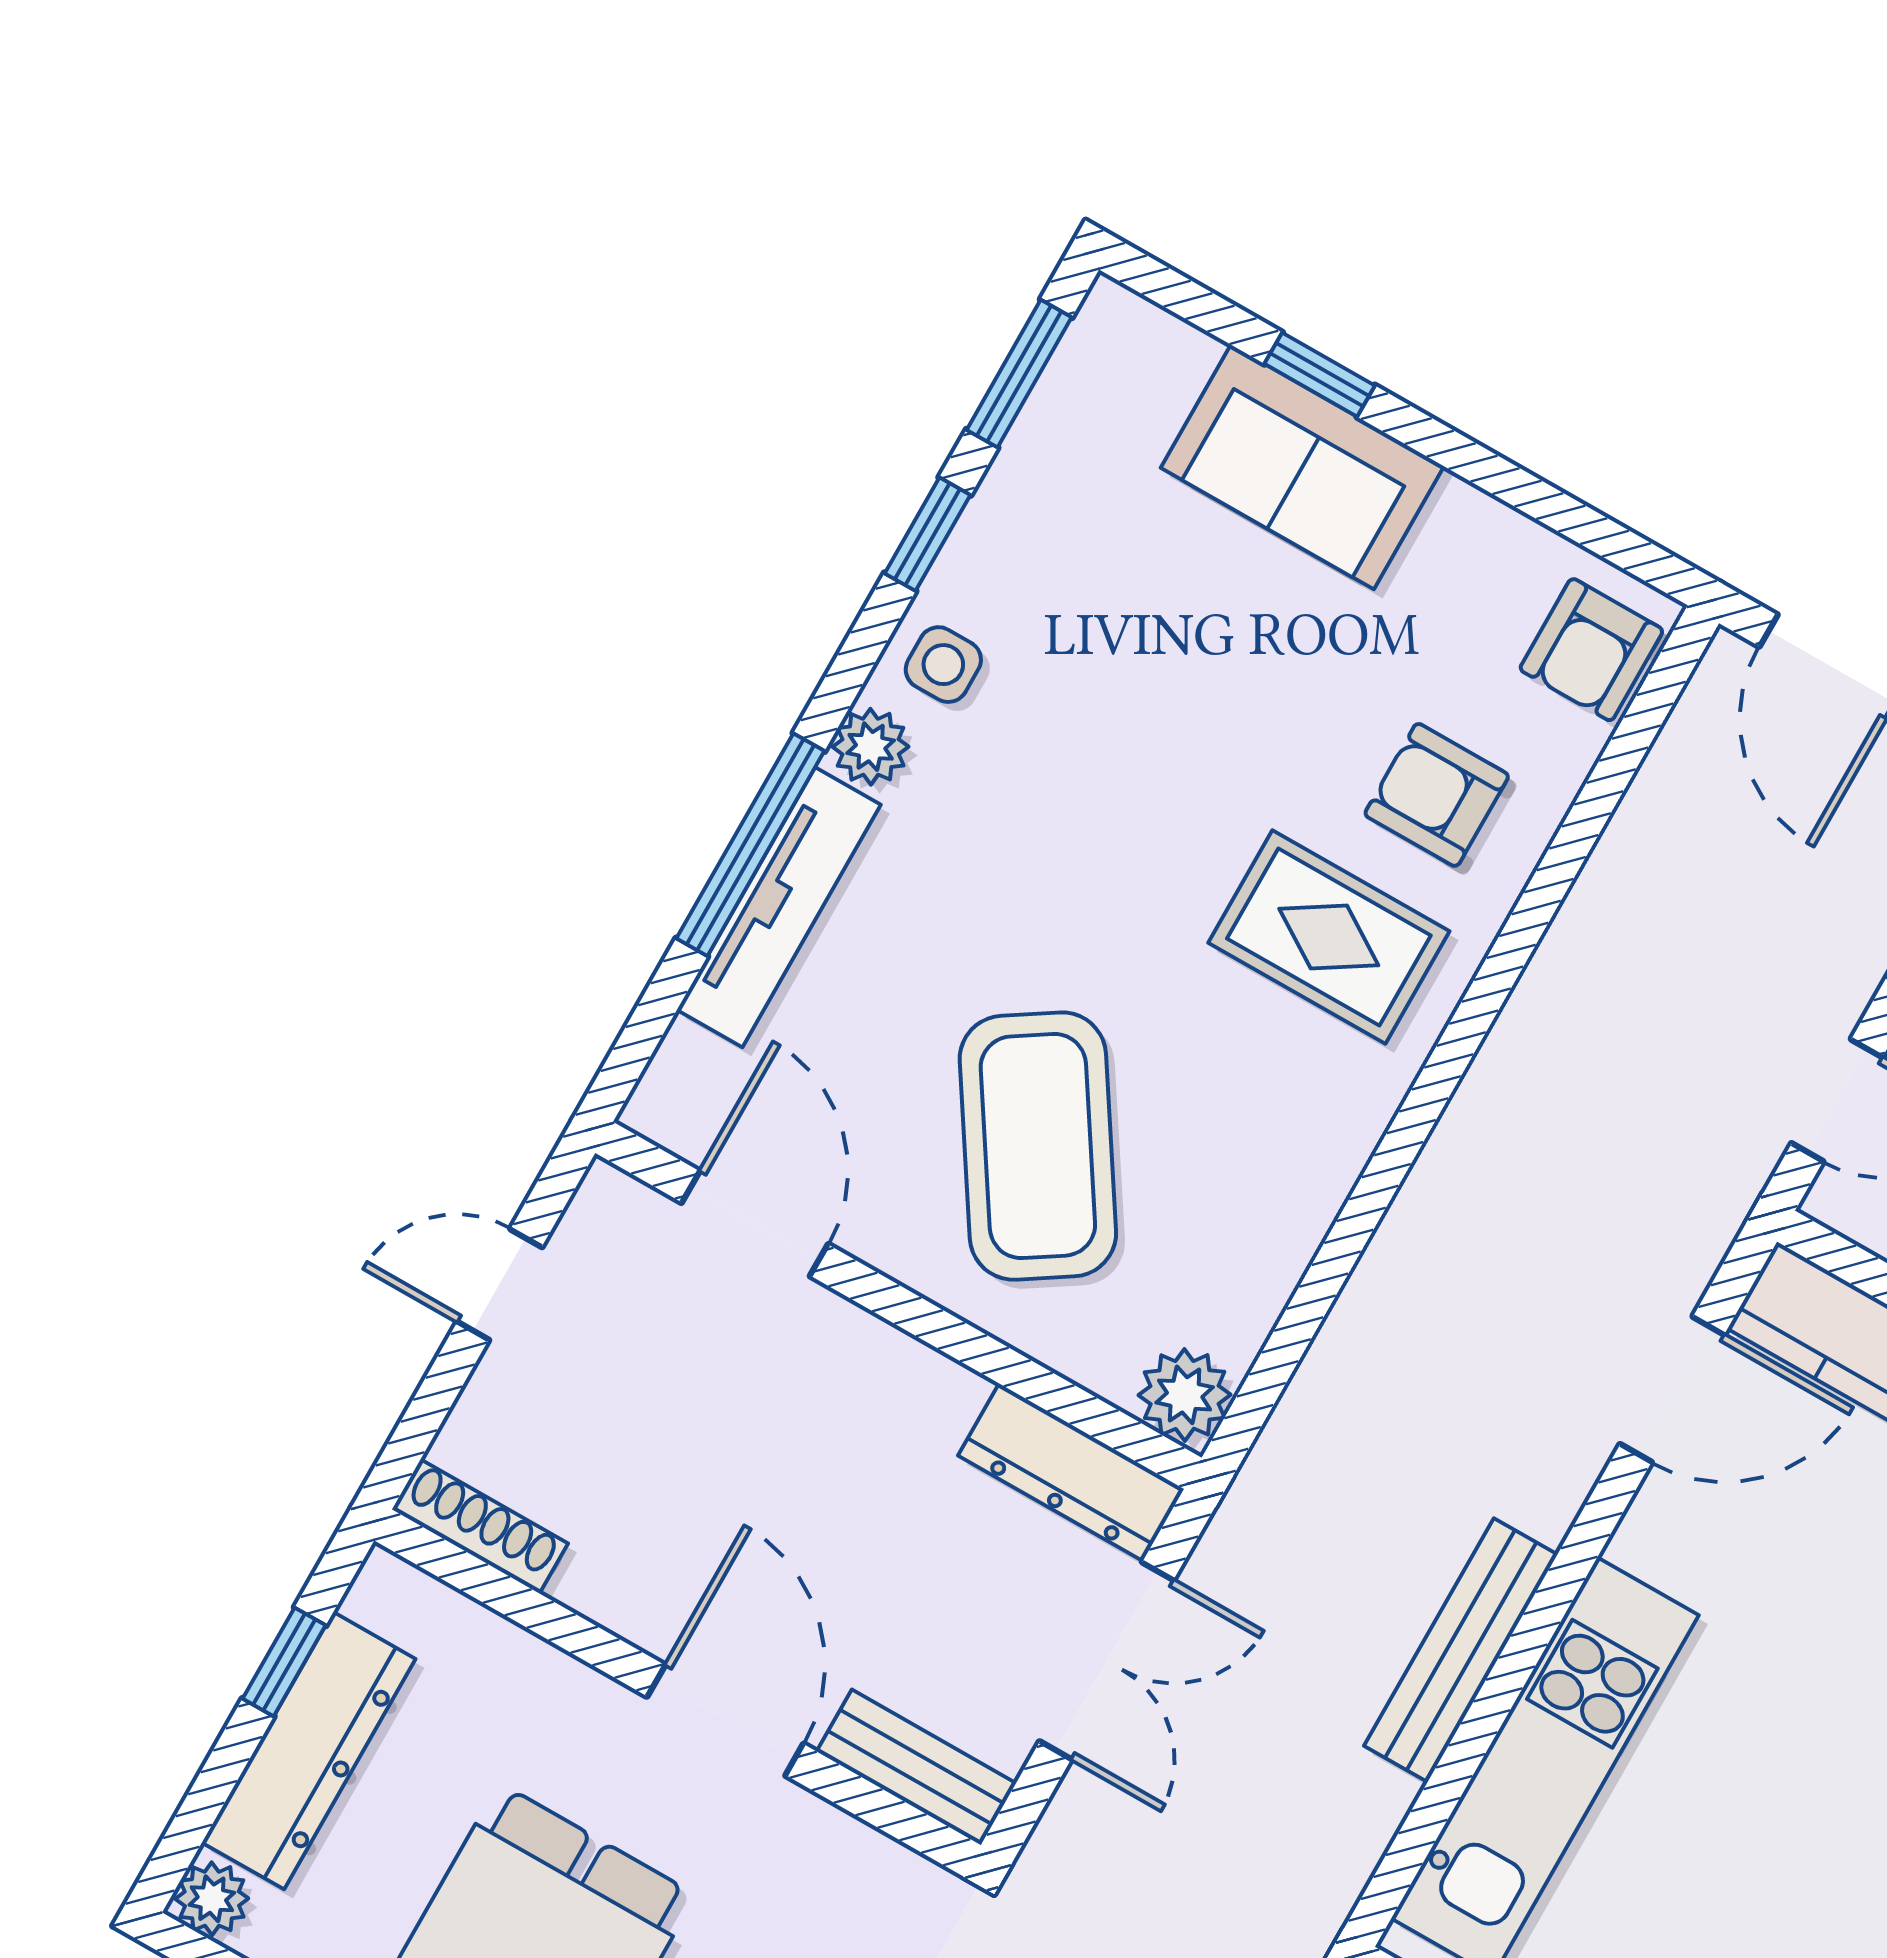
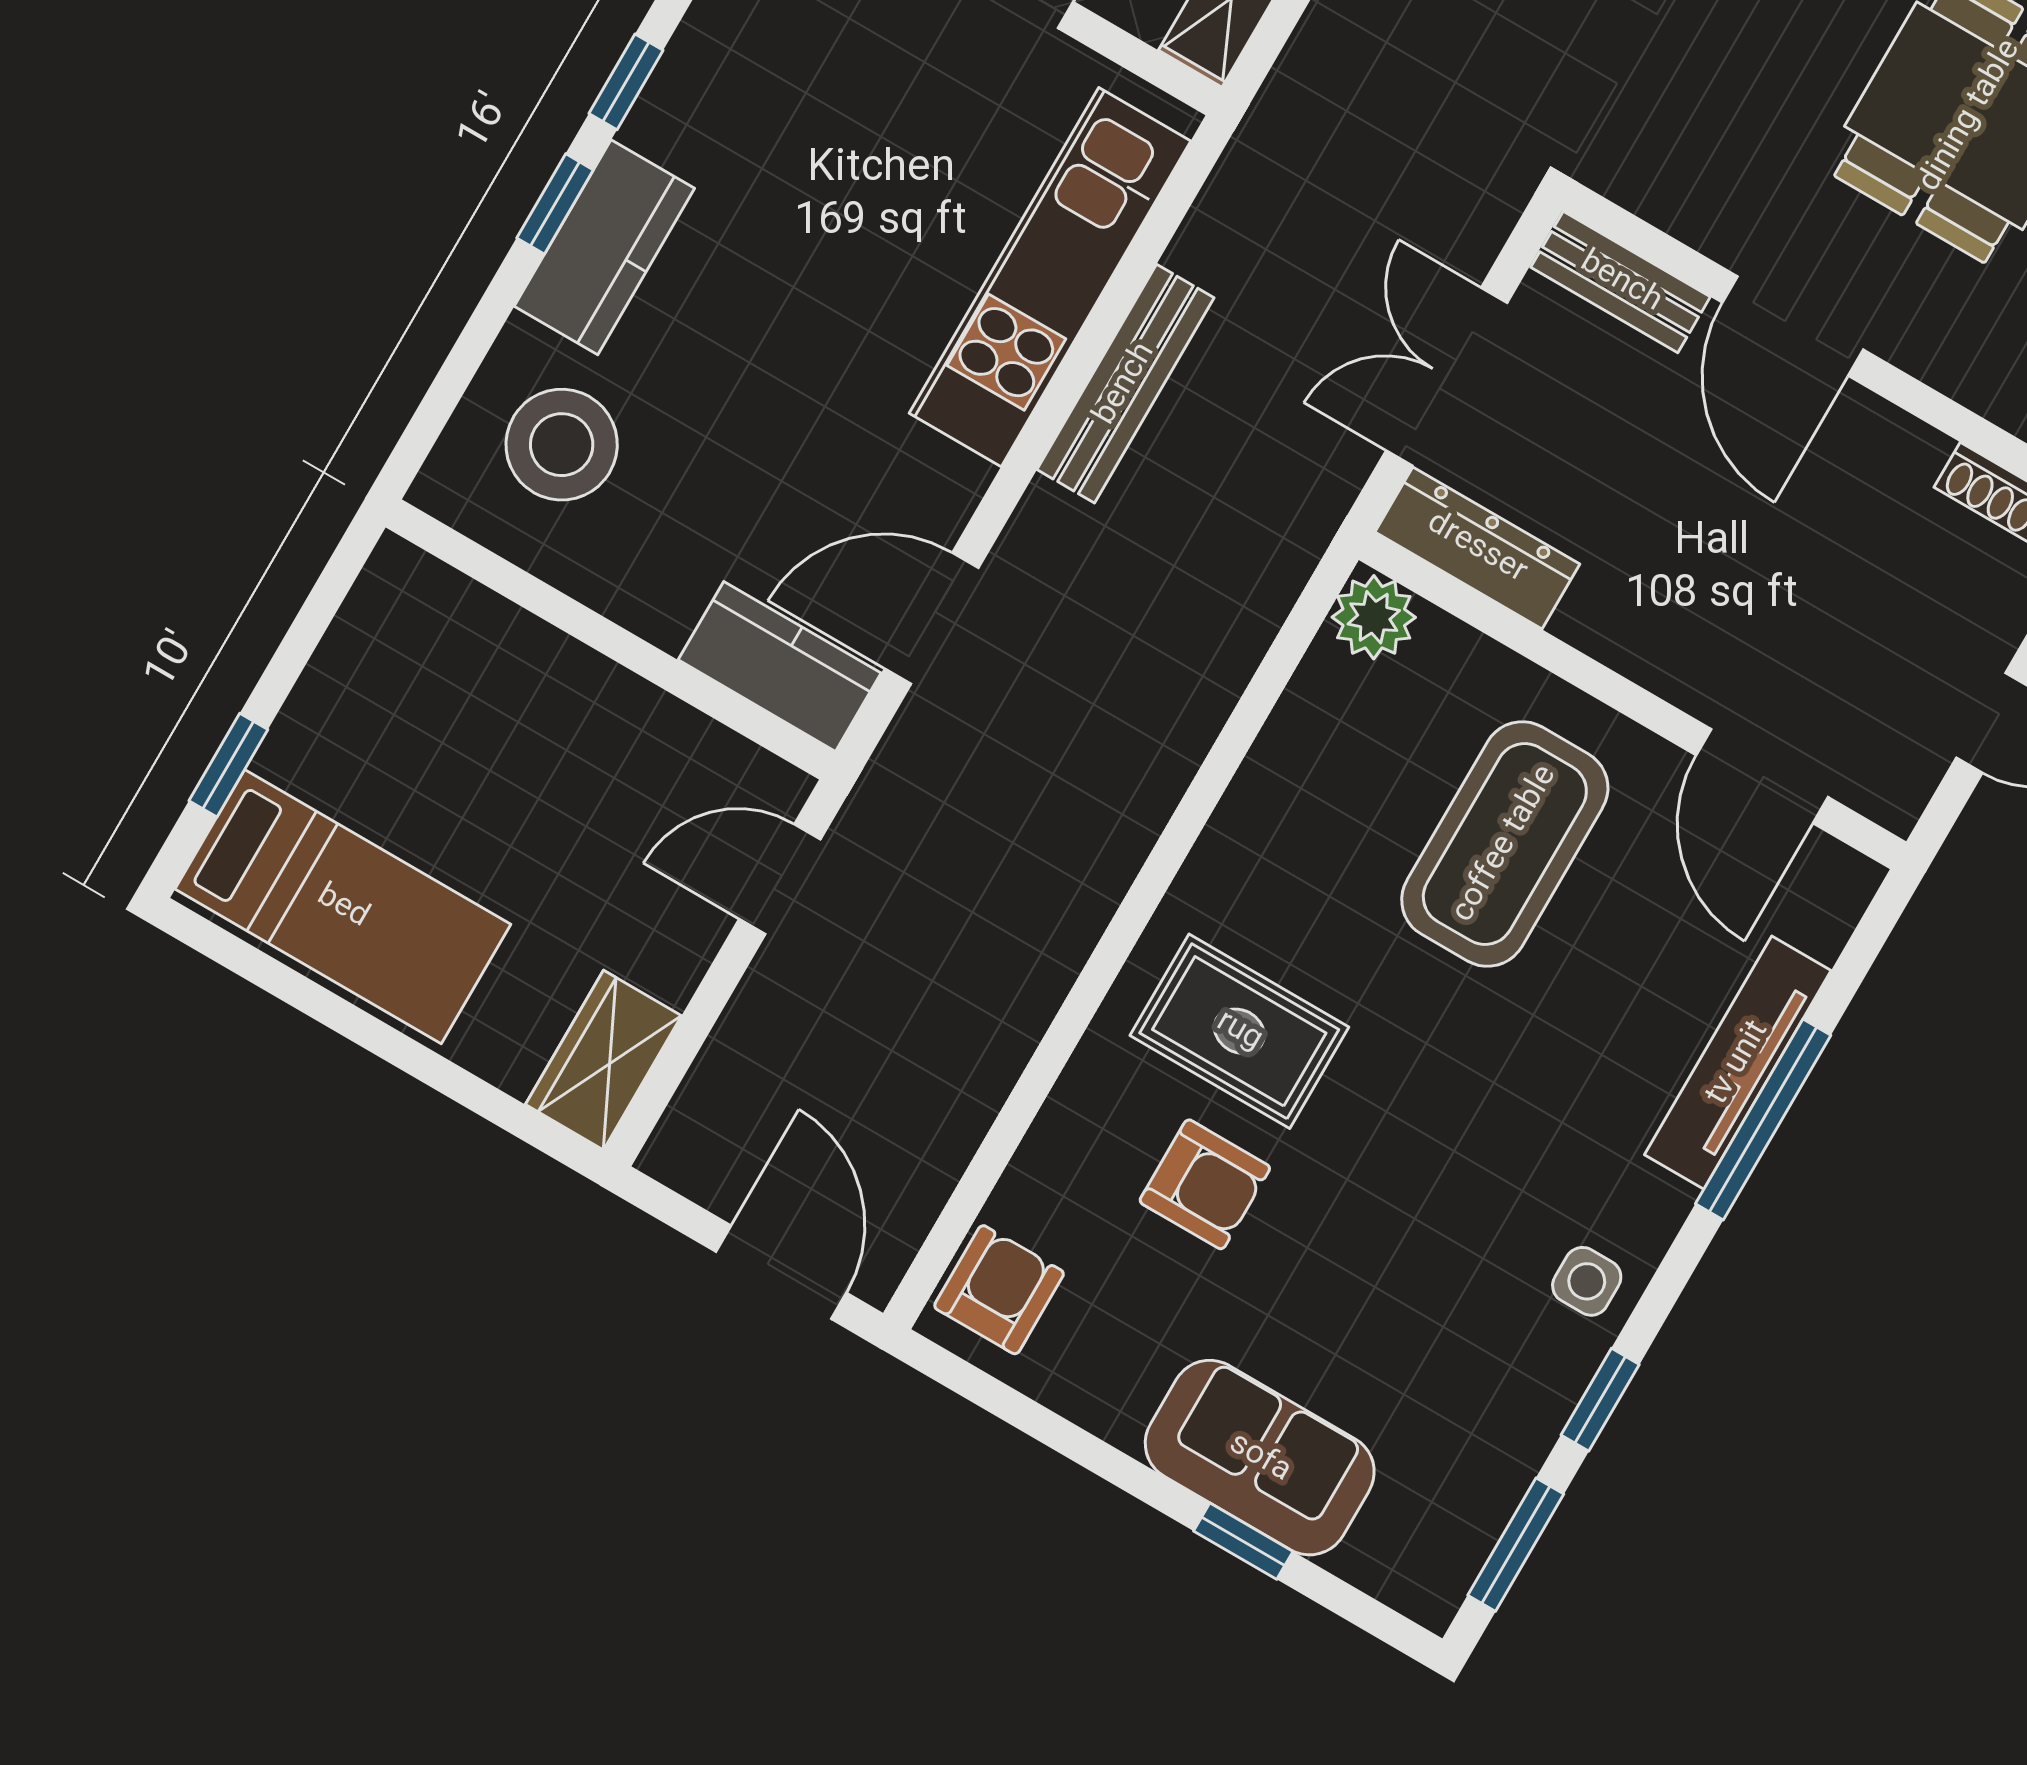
plant: (871, 747) -> (1653, 1207), removed
armchair: (1437, 795) -> (1205, 1184), moved
coffee table: (1038, 1146) -> (1505, 844), turned 33

